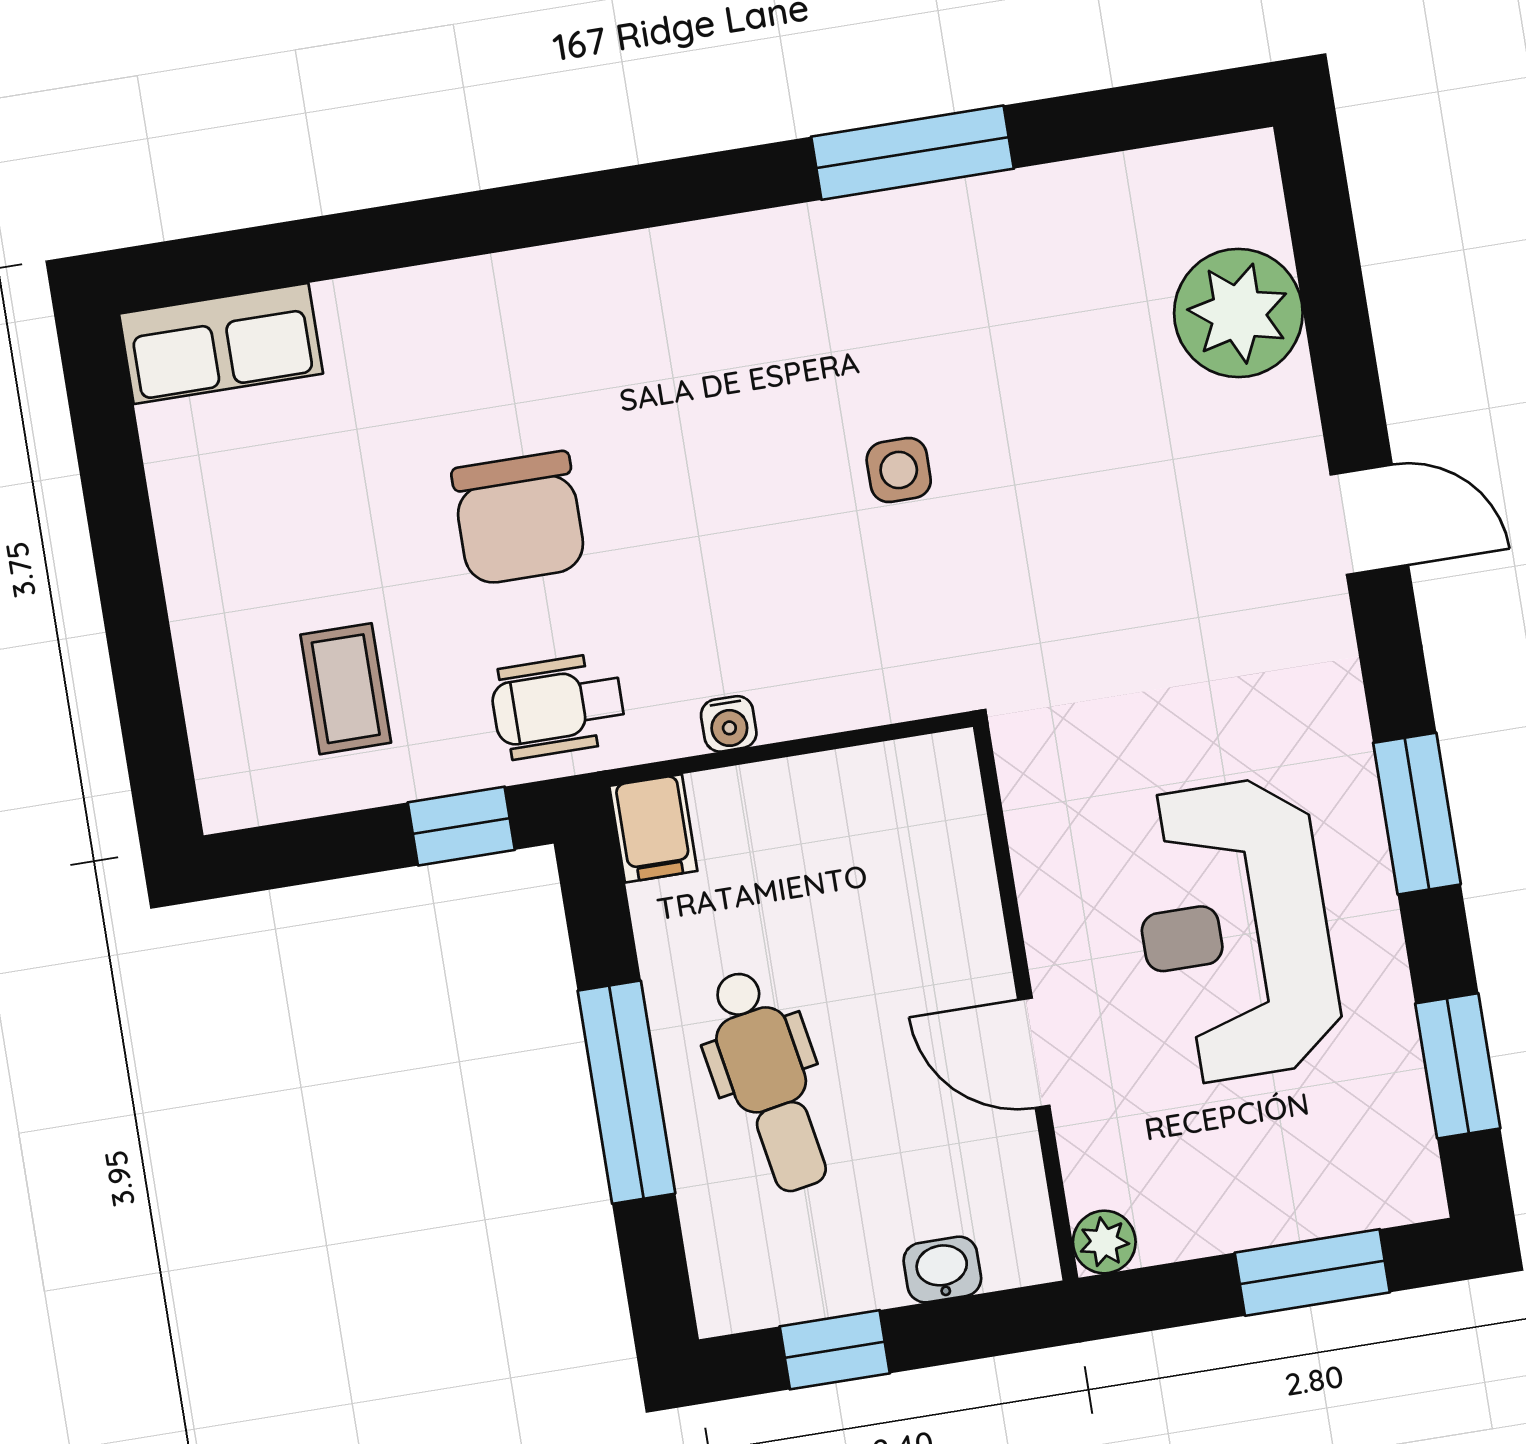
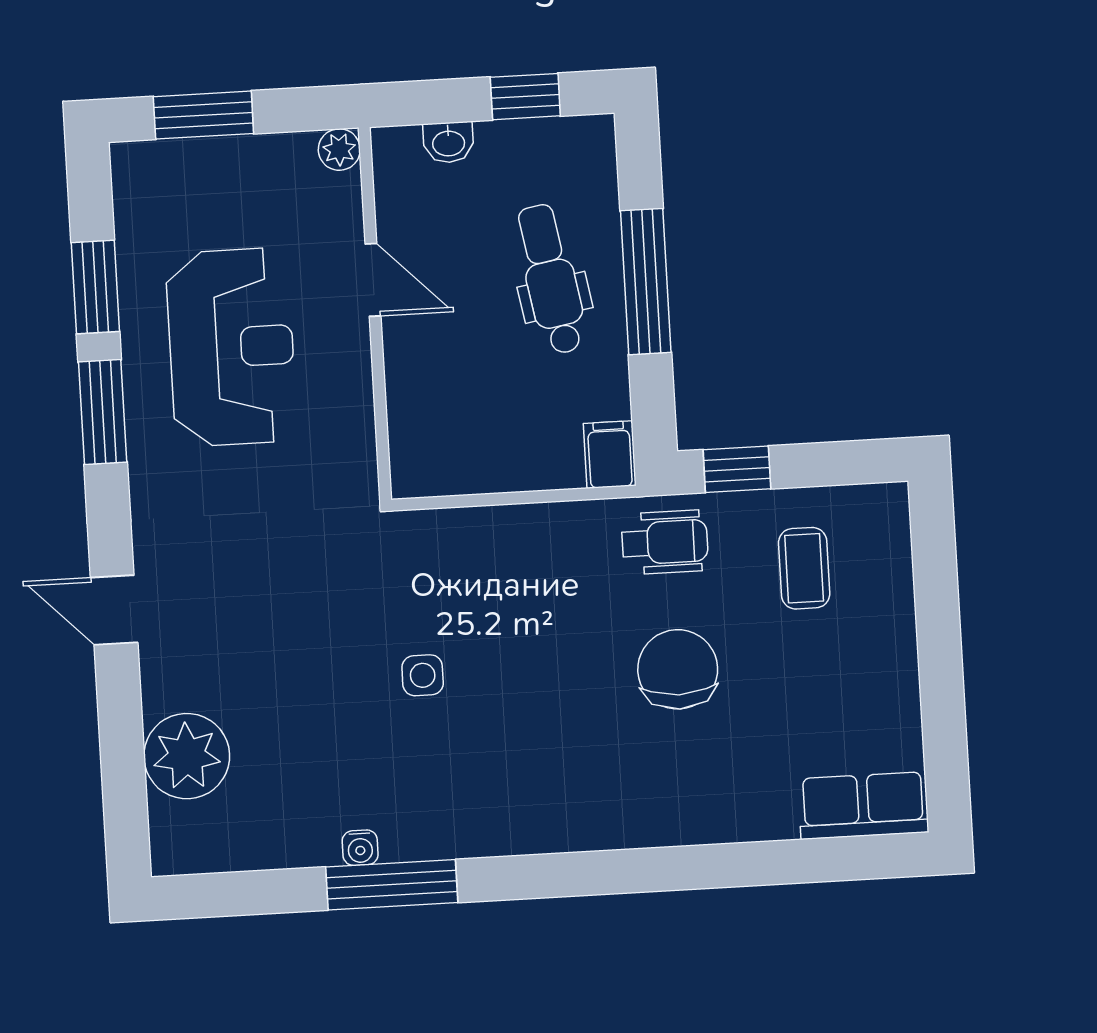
water cooler: (729, 724) -> (360, 848), moved, turned 180
window: (1458, 1066) -> (95, 287), moved

